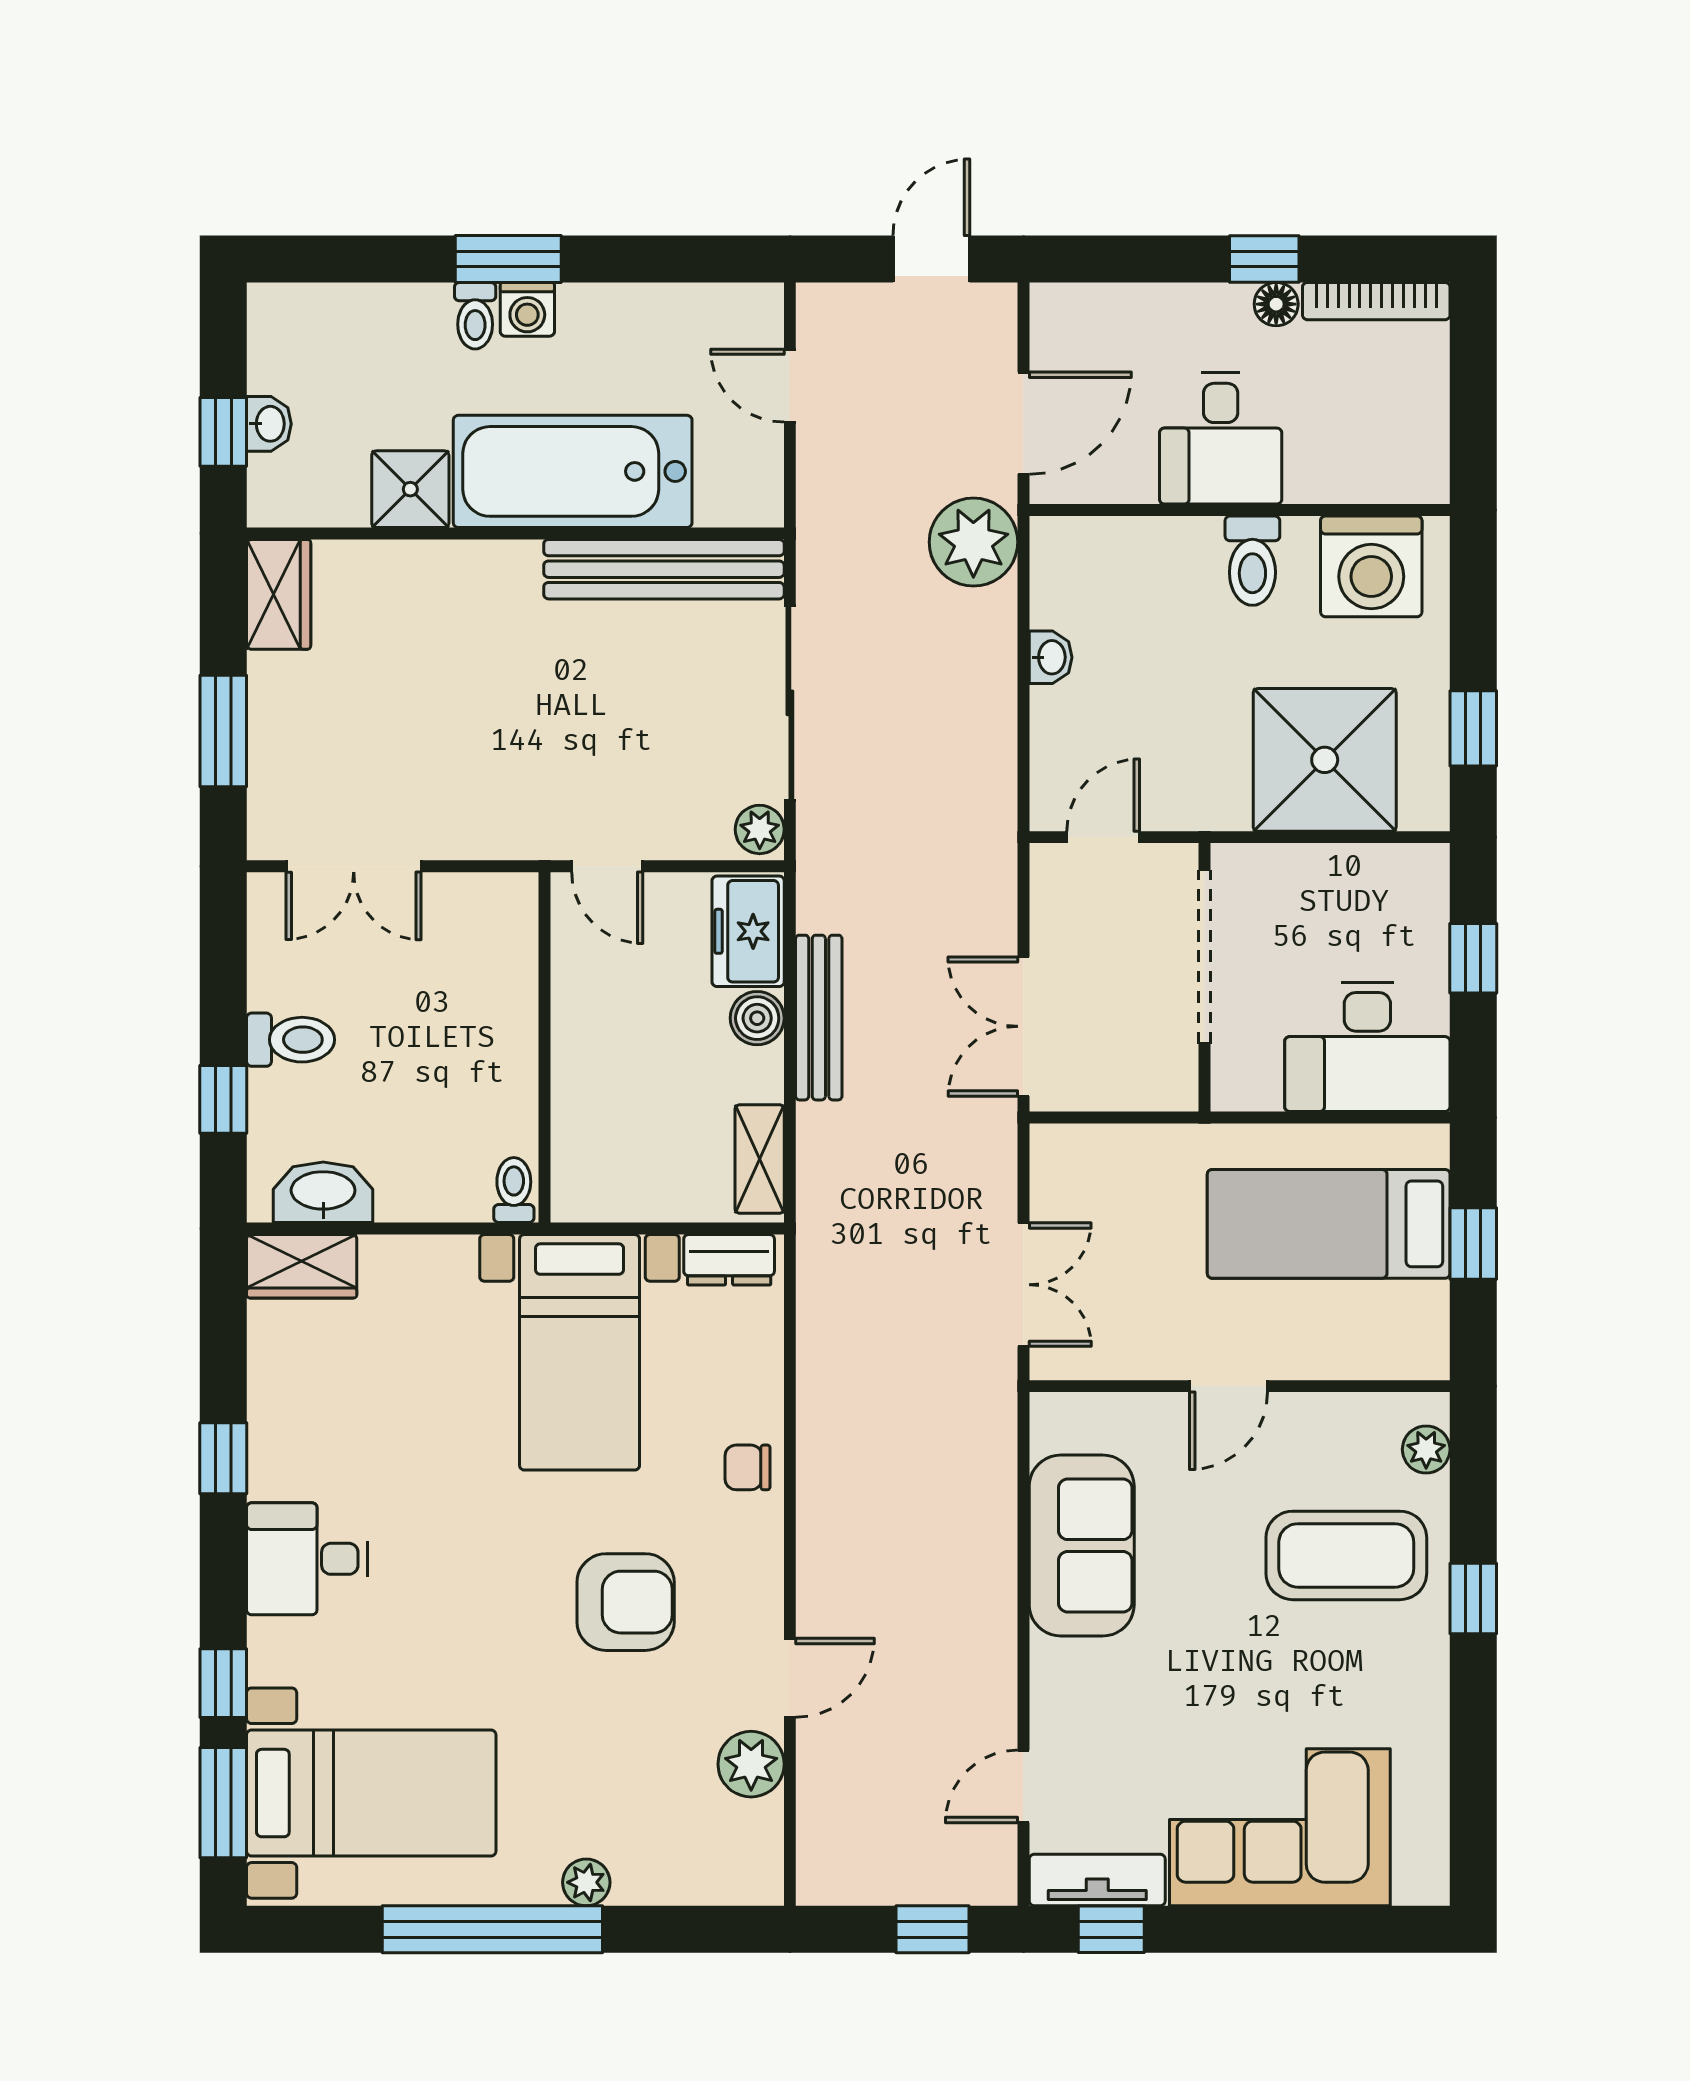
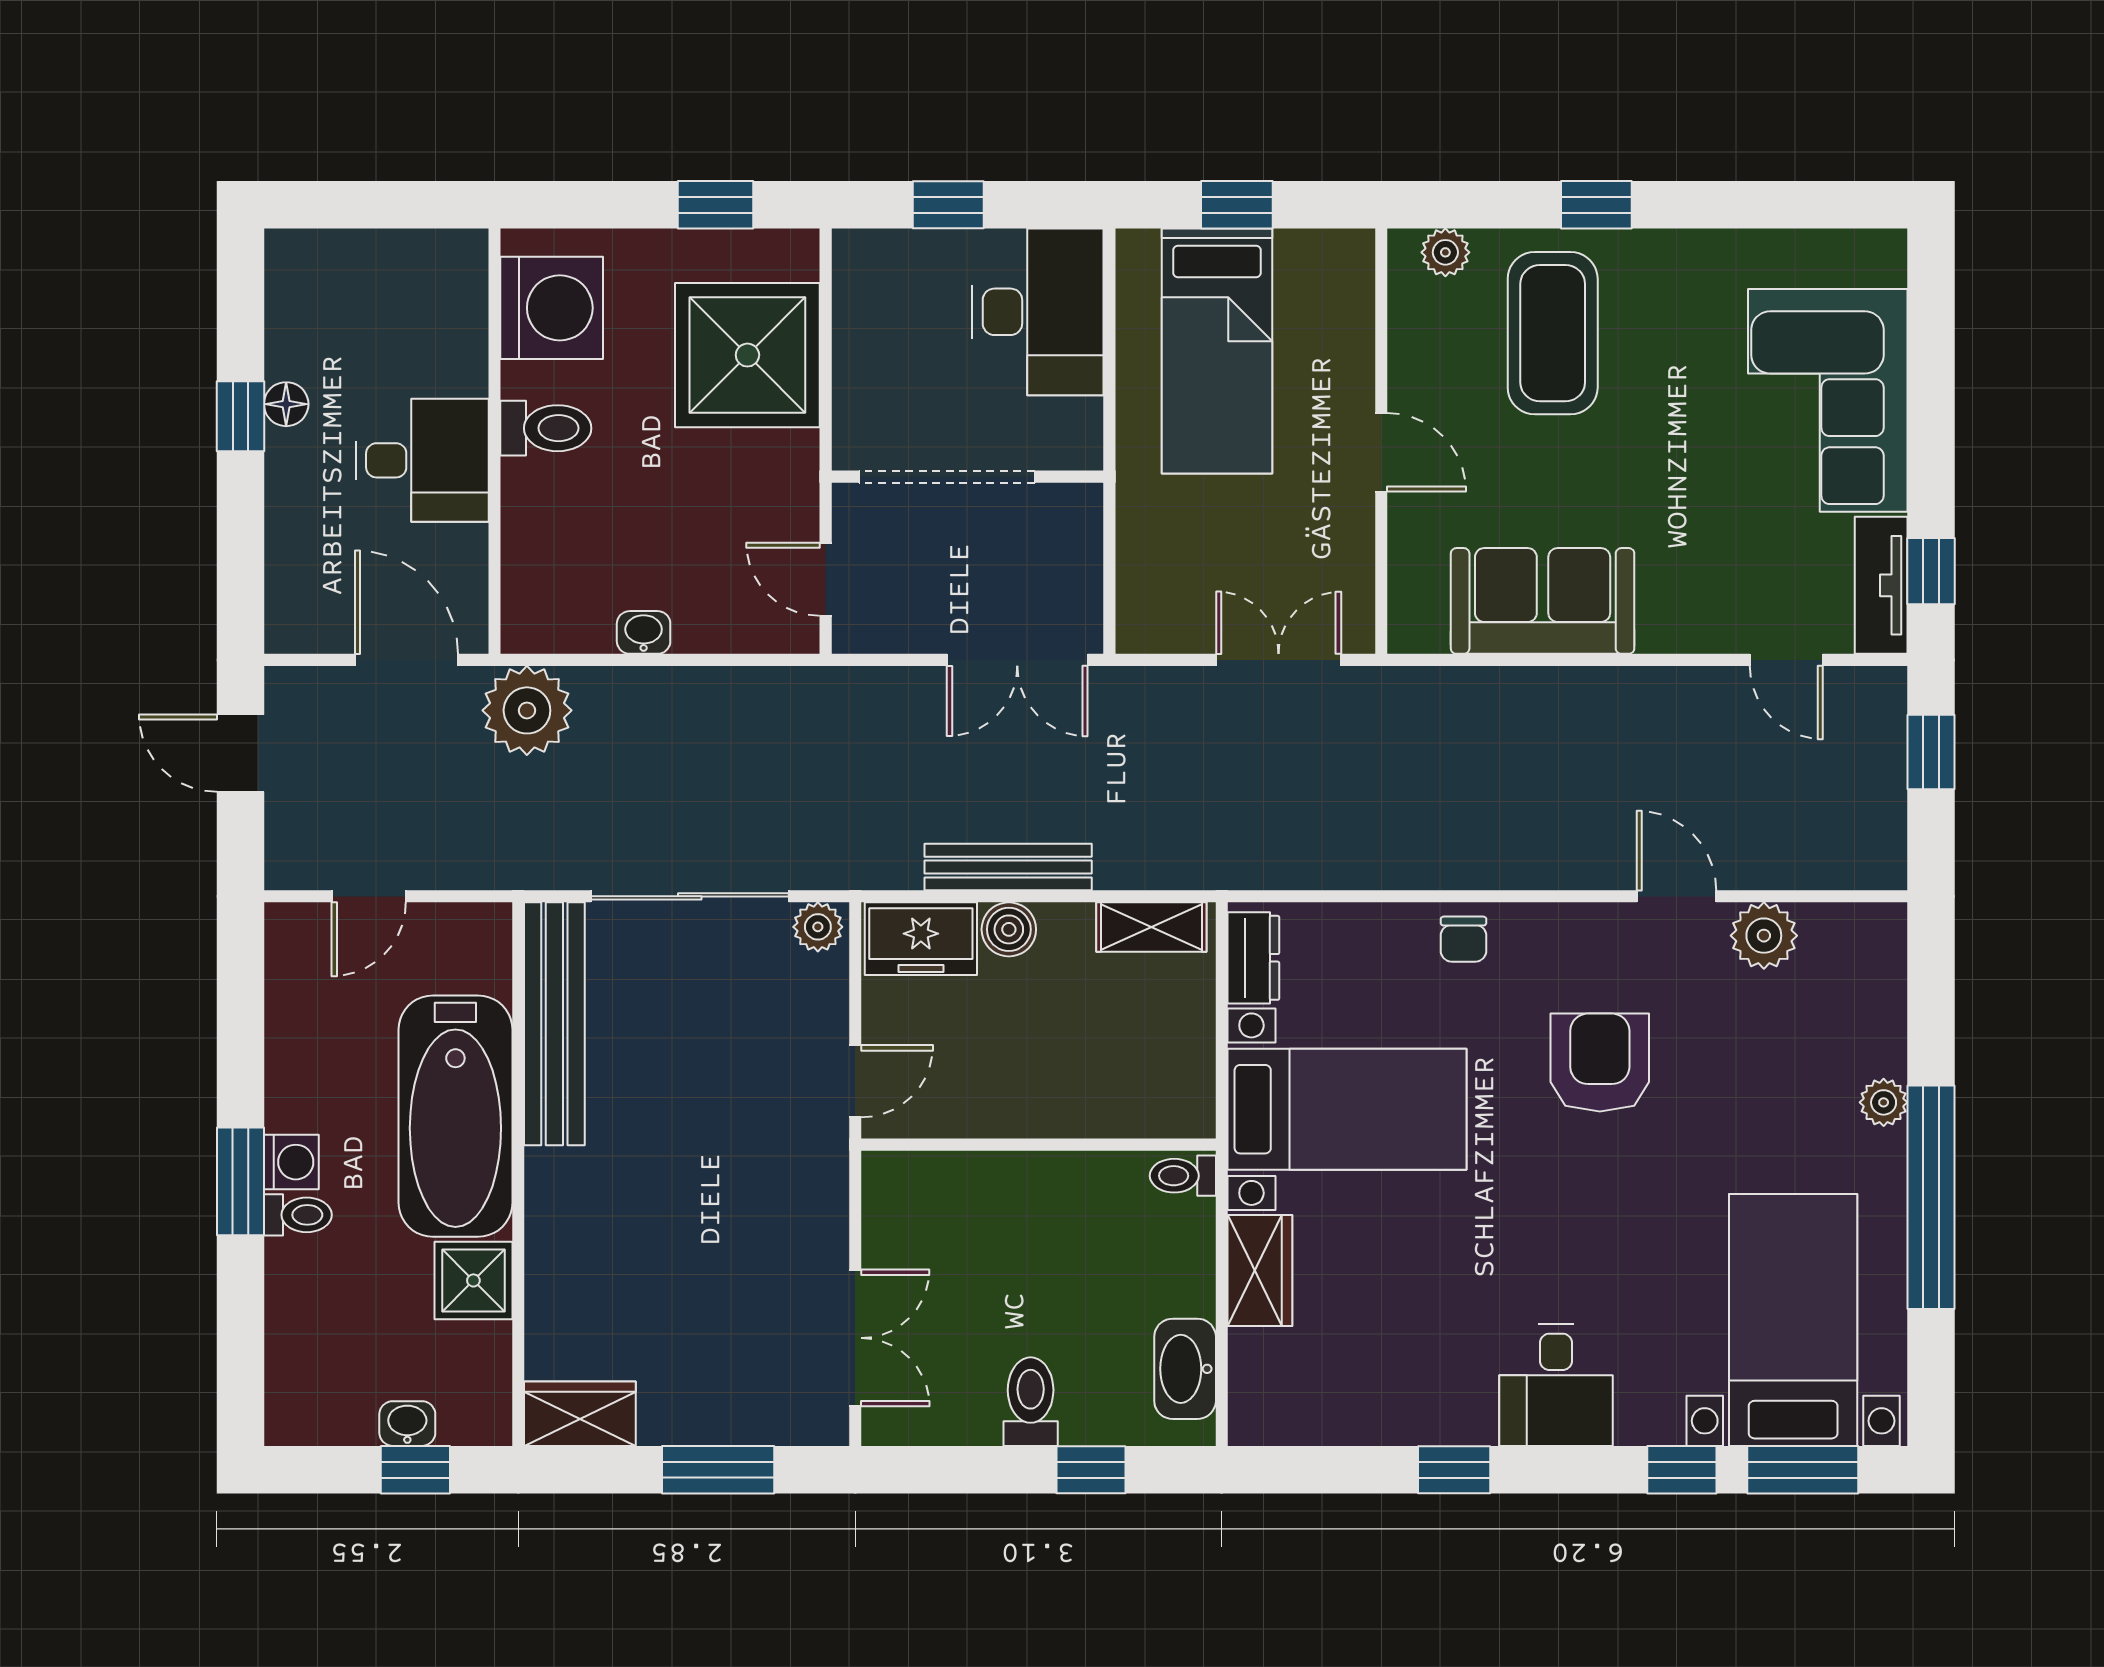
bookcase: (1376, 301) -> (283, 303), removed
wardrobe: (302, 1266) -> (1260, 1270), moved

